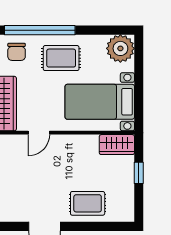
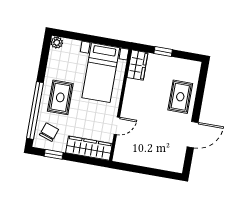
plant: (120, 48) -> (57, 43), width x0.53, depth x0.53
chair: (17, 52) -> (49, 132), turned -71
door: (39, 133) -> (117, 126), hinge flipped

